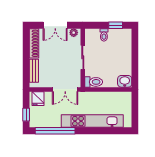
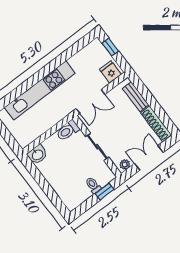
window: (116, 25) -> (105, 191), moved
double door: (65, 89) -> (91, 102), swing flipped
window: (55, 131) -> (69, 53), removed

